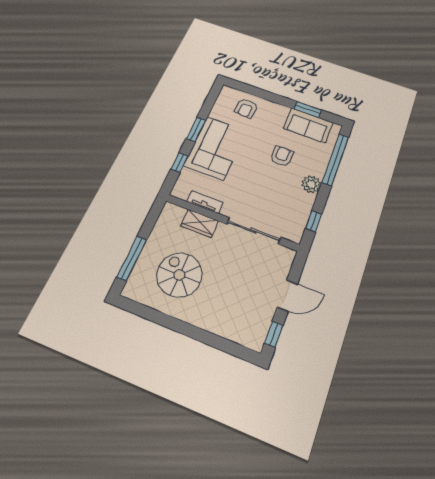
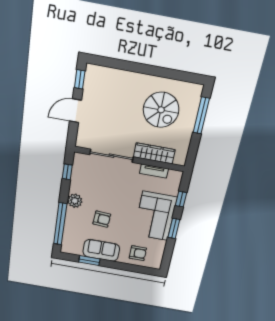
armchair: (246, 108) -> (138, 253), turned 87
sofa: (308, 125) -> (101, 250), moved
armchair: (282, 156) -> (102, 219), turned -86
wardrobe: (200, 223) -> (154, 153), width x1.50

